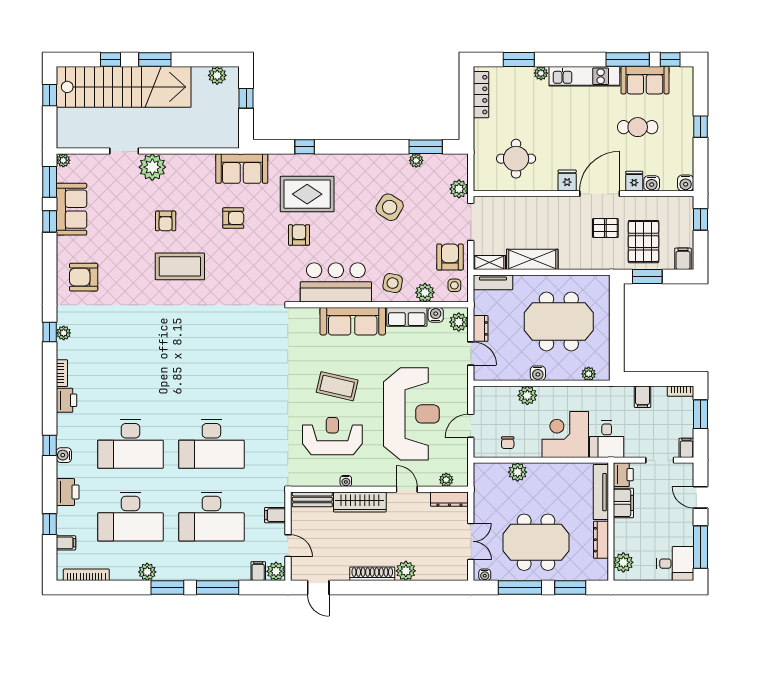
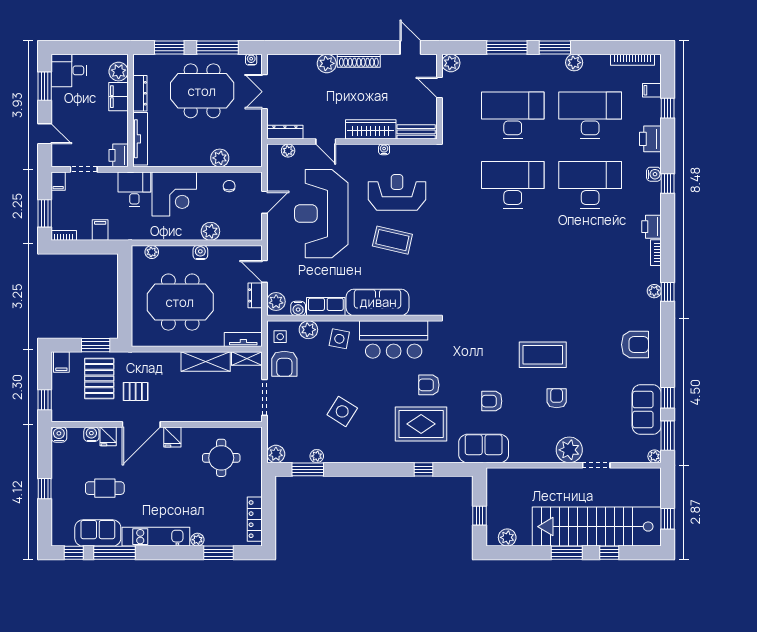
plant: (459, 189) -> (276, 454), moved
armchair: (299, 235) -> (429, 385), turned 90
reception desk: (332, 436) -> (397, 192), turned 180
filing cabinet: (623, 503) -> (118, 97), moved
filing cabinet: (275, 515) -> (452, 117), removed
window: (701, 547) -> (45, 86), width x0.69
filing cabinet: (258, 571) -> (468, 63), removed

